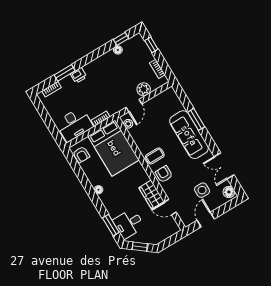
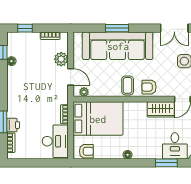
printer: (79, 75) -> (13, 125), moved
sofa: (189, 135) -> (118, 46), width x1.36, depth x1.27

